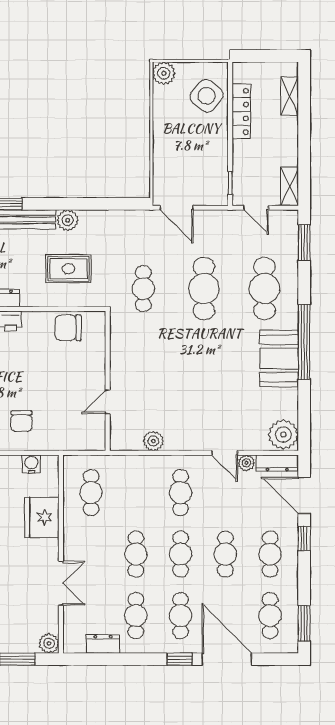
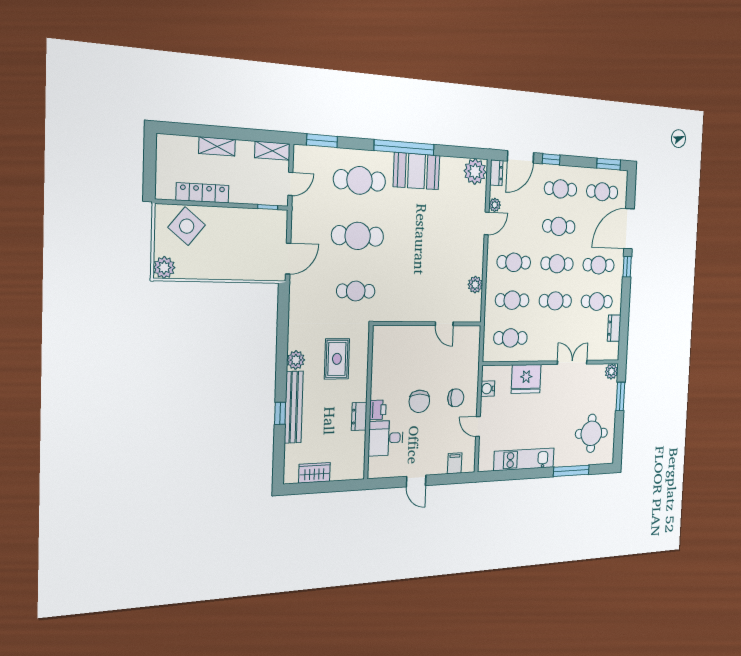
shelving: (290, 96) -> (217, 146), moved
chair: (68, 328) -> (419, 401), moved
dresser: (277, 463) -> (496, 173), width x0.70
cafe table: (136, 493) -> (512, 300), added

